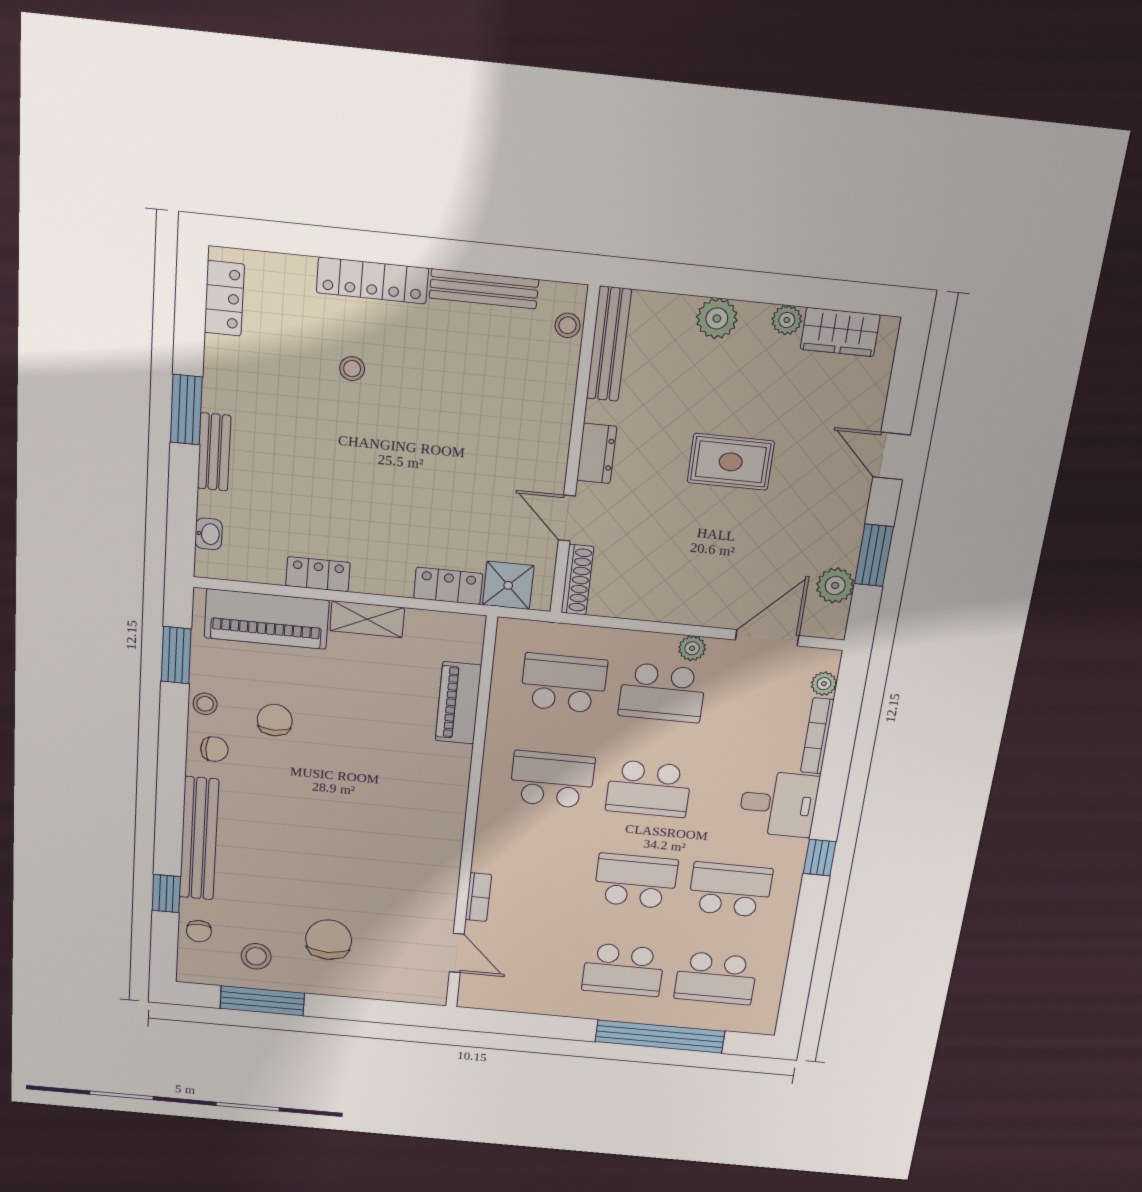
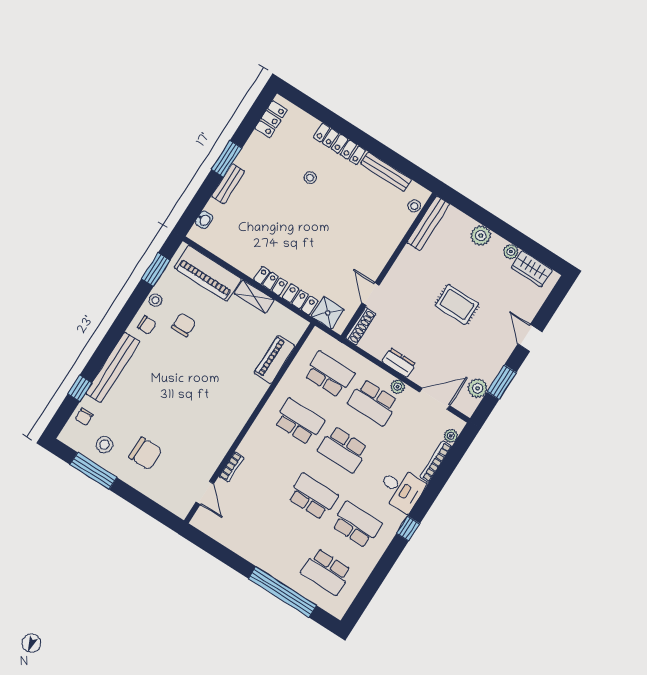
dresser: (597, 453) -> (399, 363), moved, turned -90
locker: (318, 574) -> (271, 281), moved
chair: (329, 940) -> (145, 454), turned 90
school desk: (623, 970) -> (283, 544), removed

